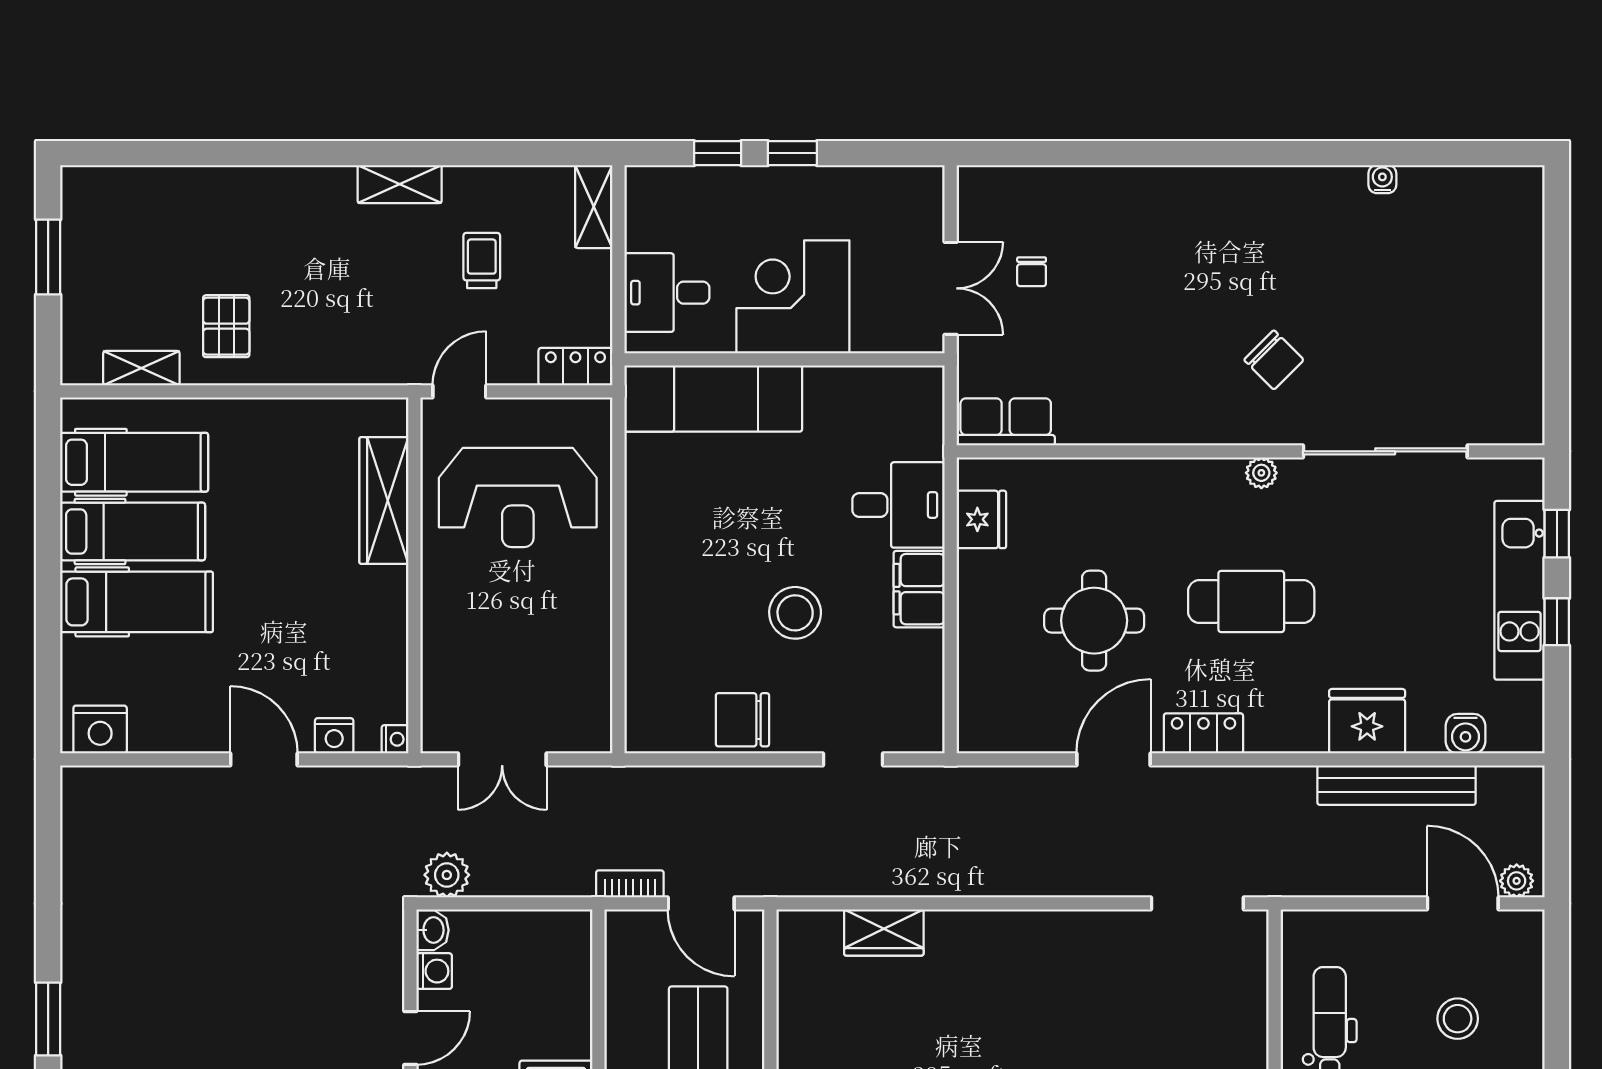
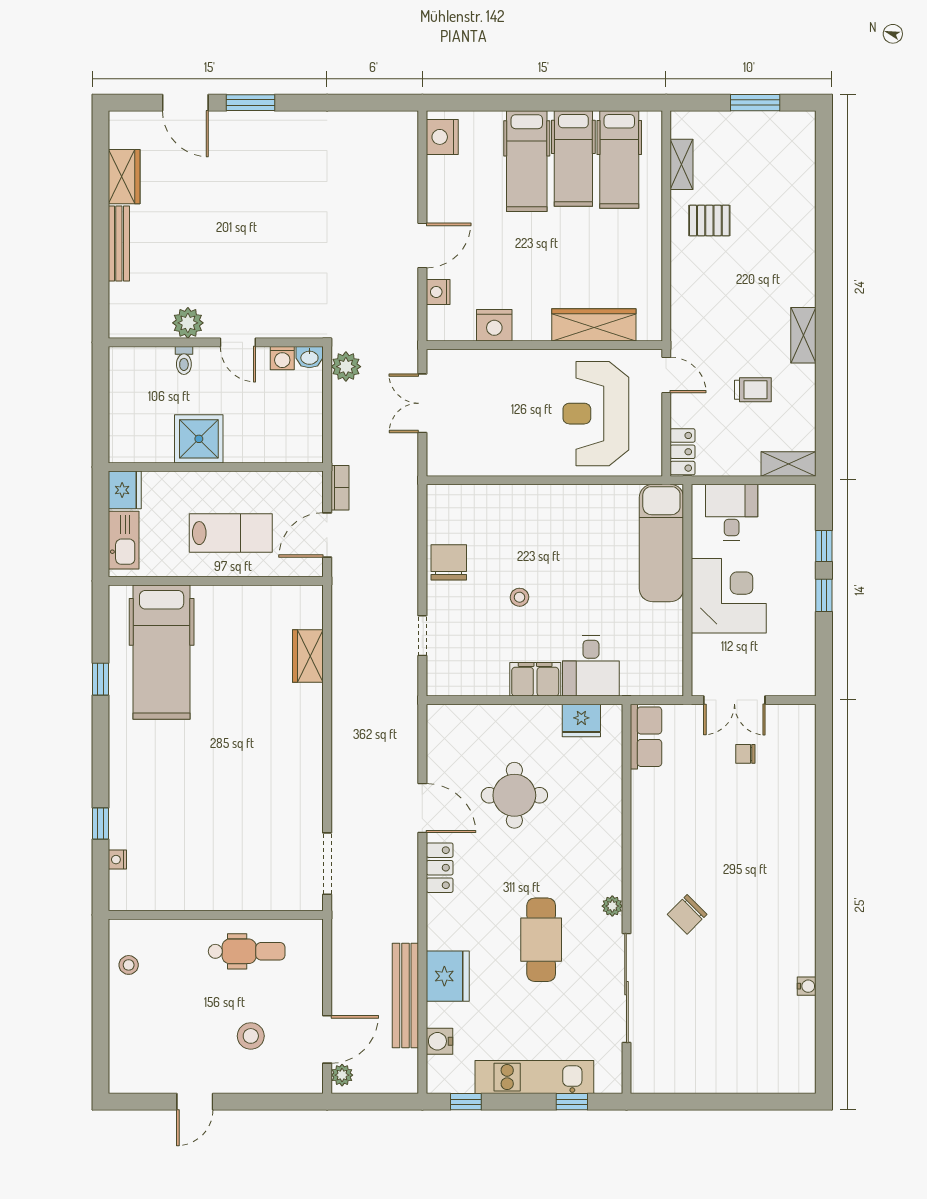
cafe table: (1251, 602) -> (541, 940), moved
stool: (795, 613) -> (520, 597), width x0.53, depth x0.53
window: (1557, 622) -> (466, 1102), moved
nightstand: (395, 739) -> (494, 325), moved, width x1.89, depth x1.79

